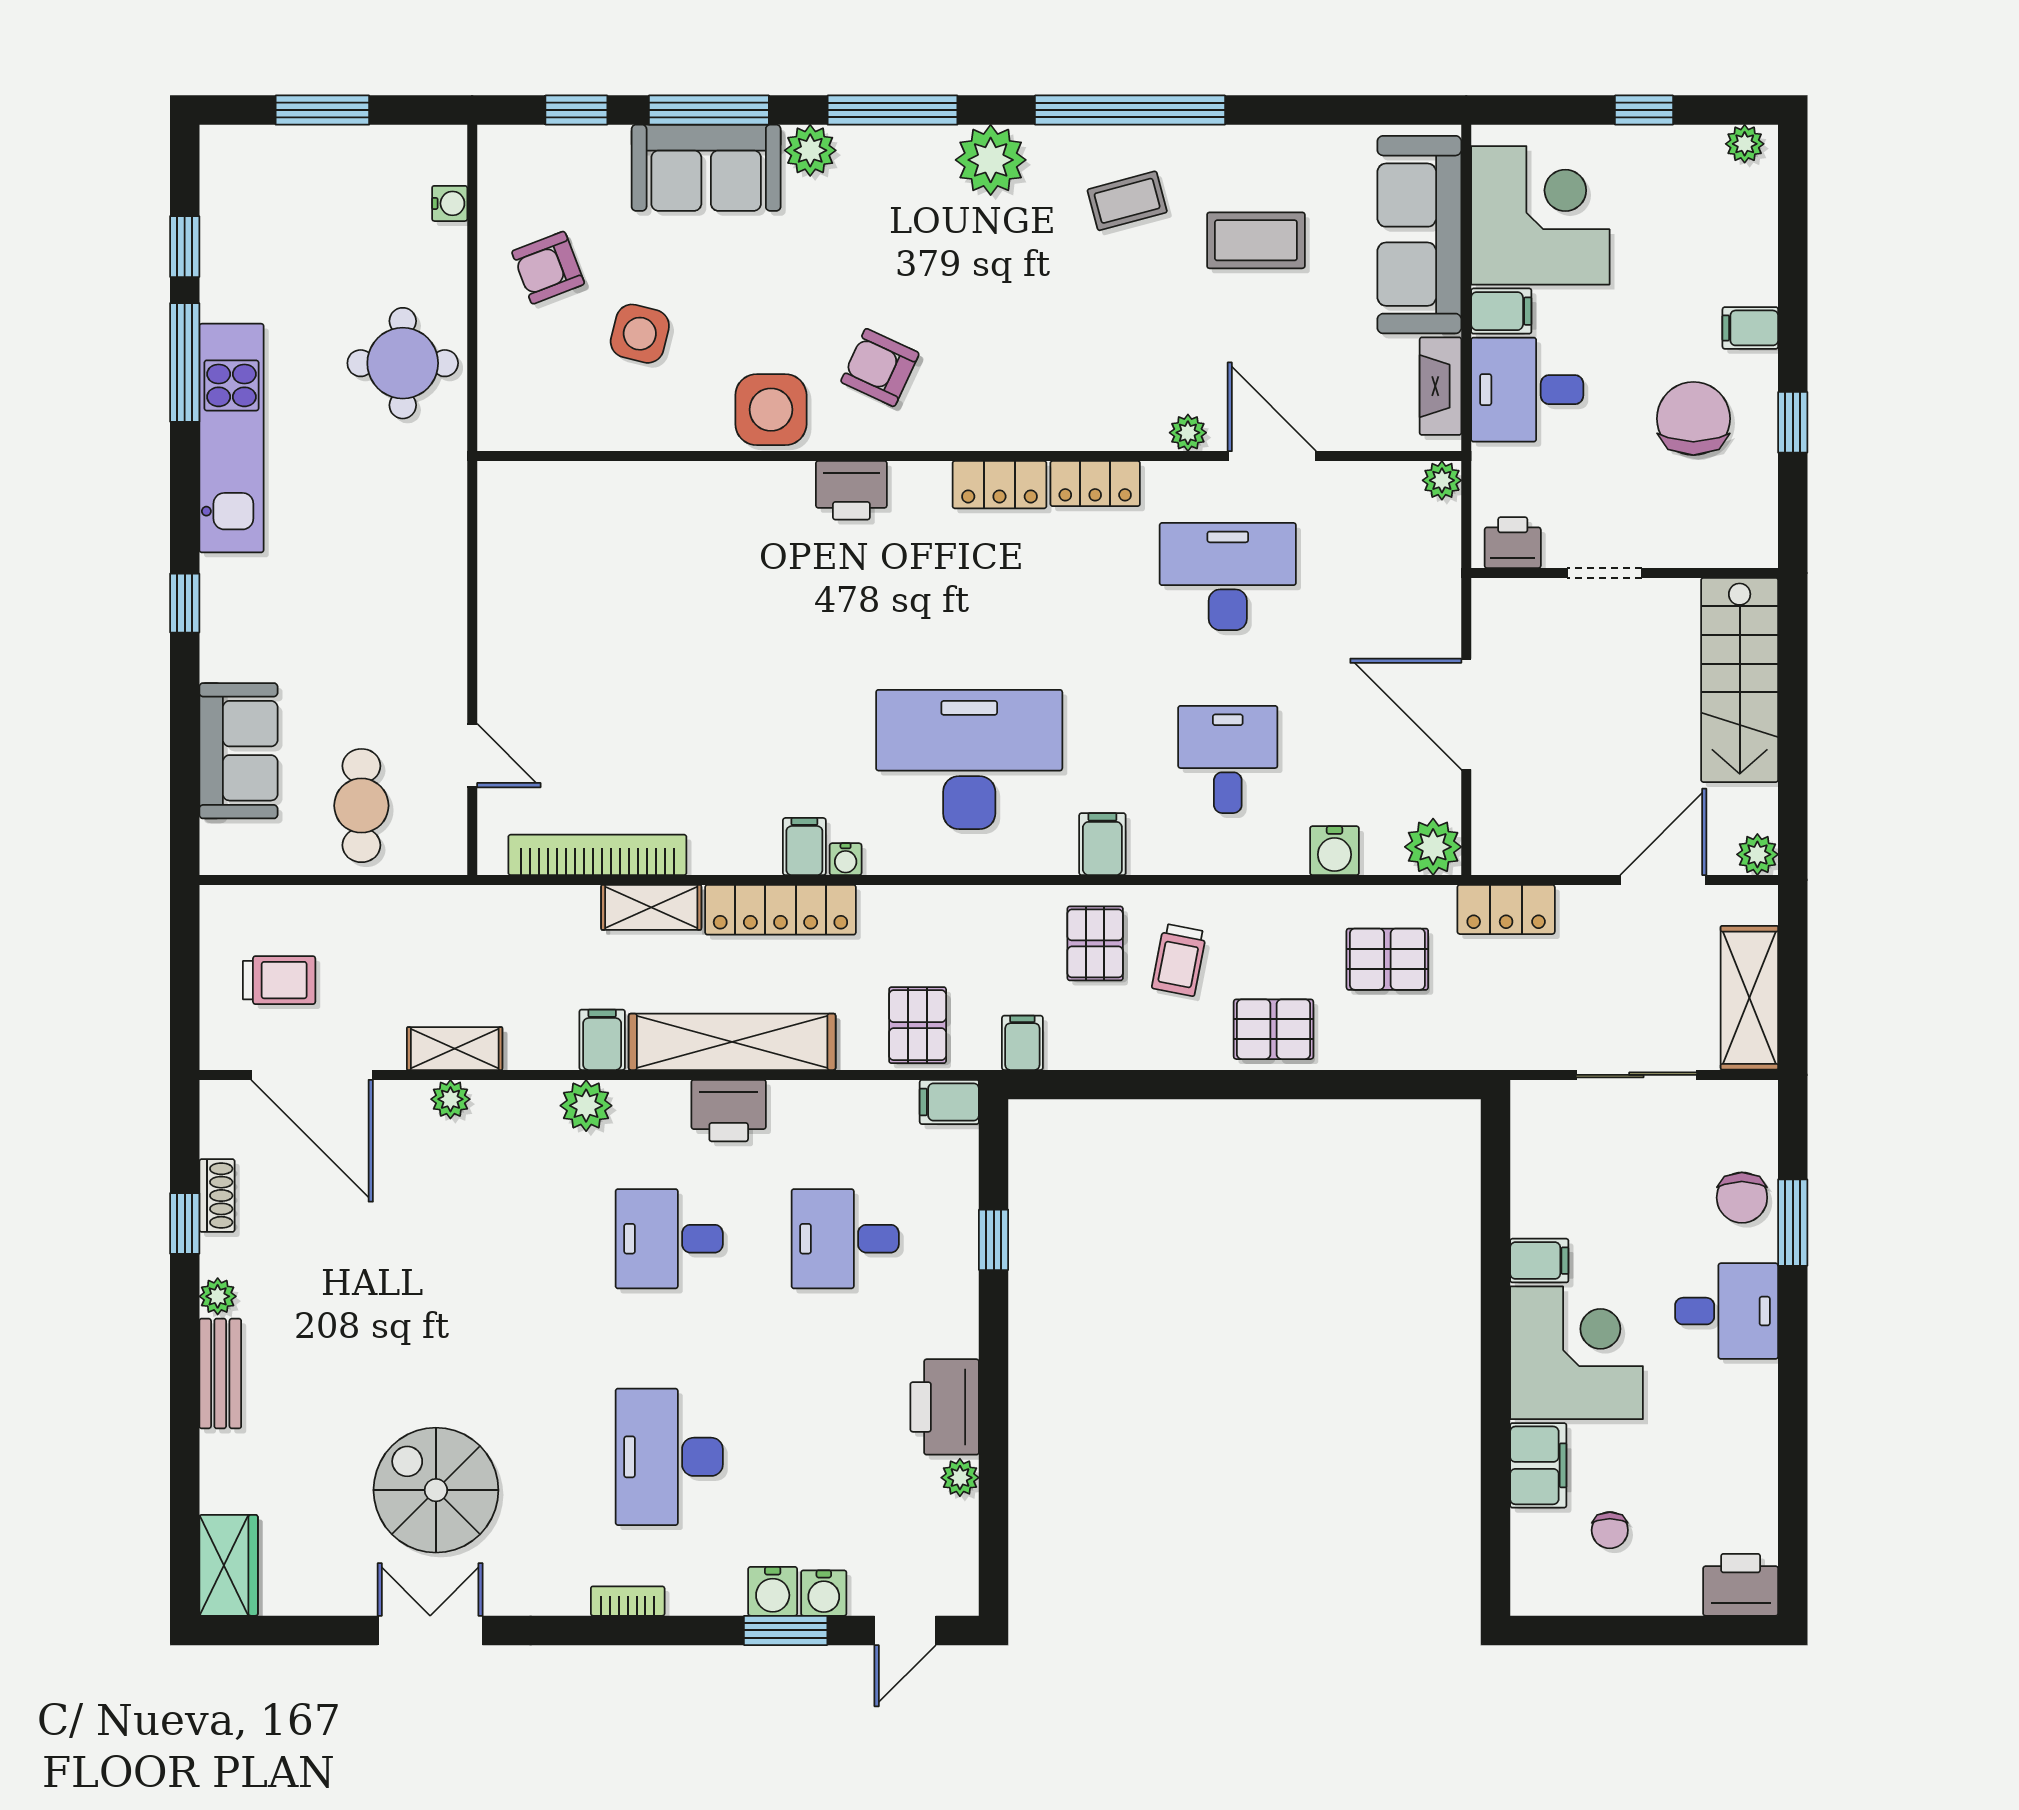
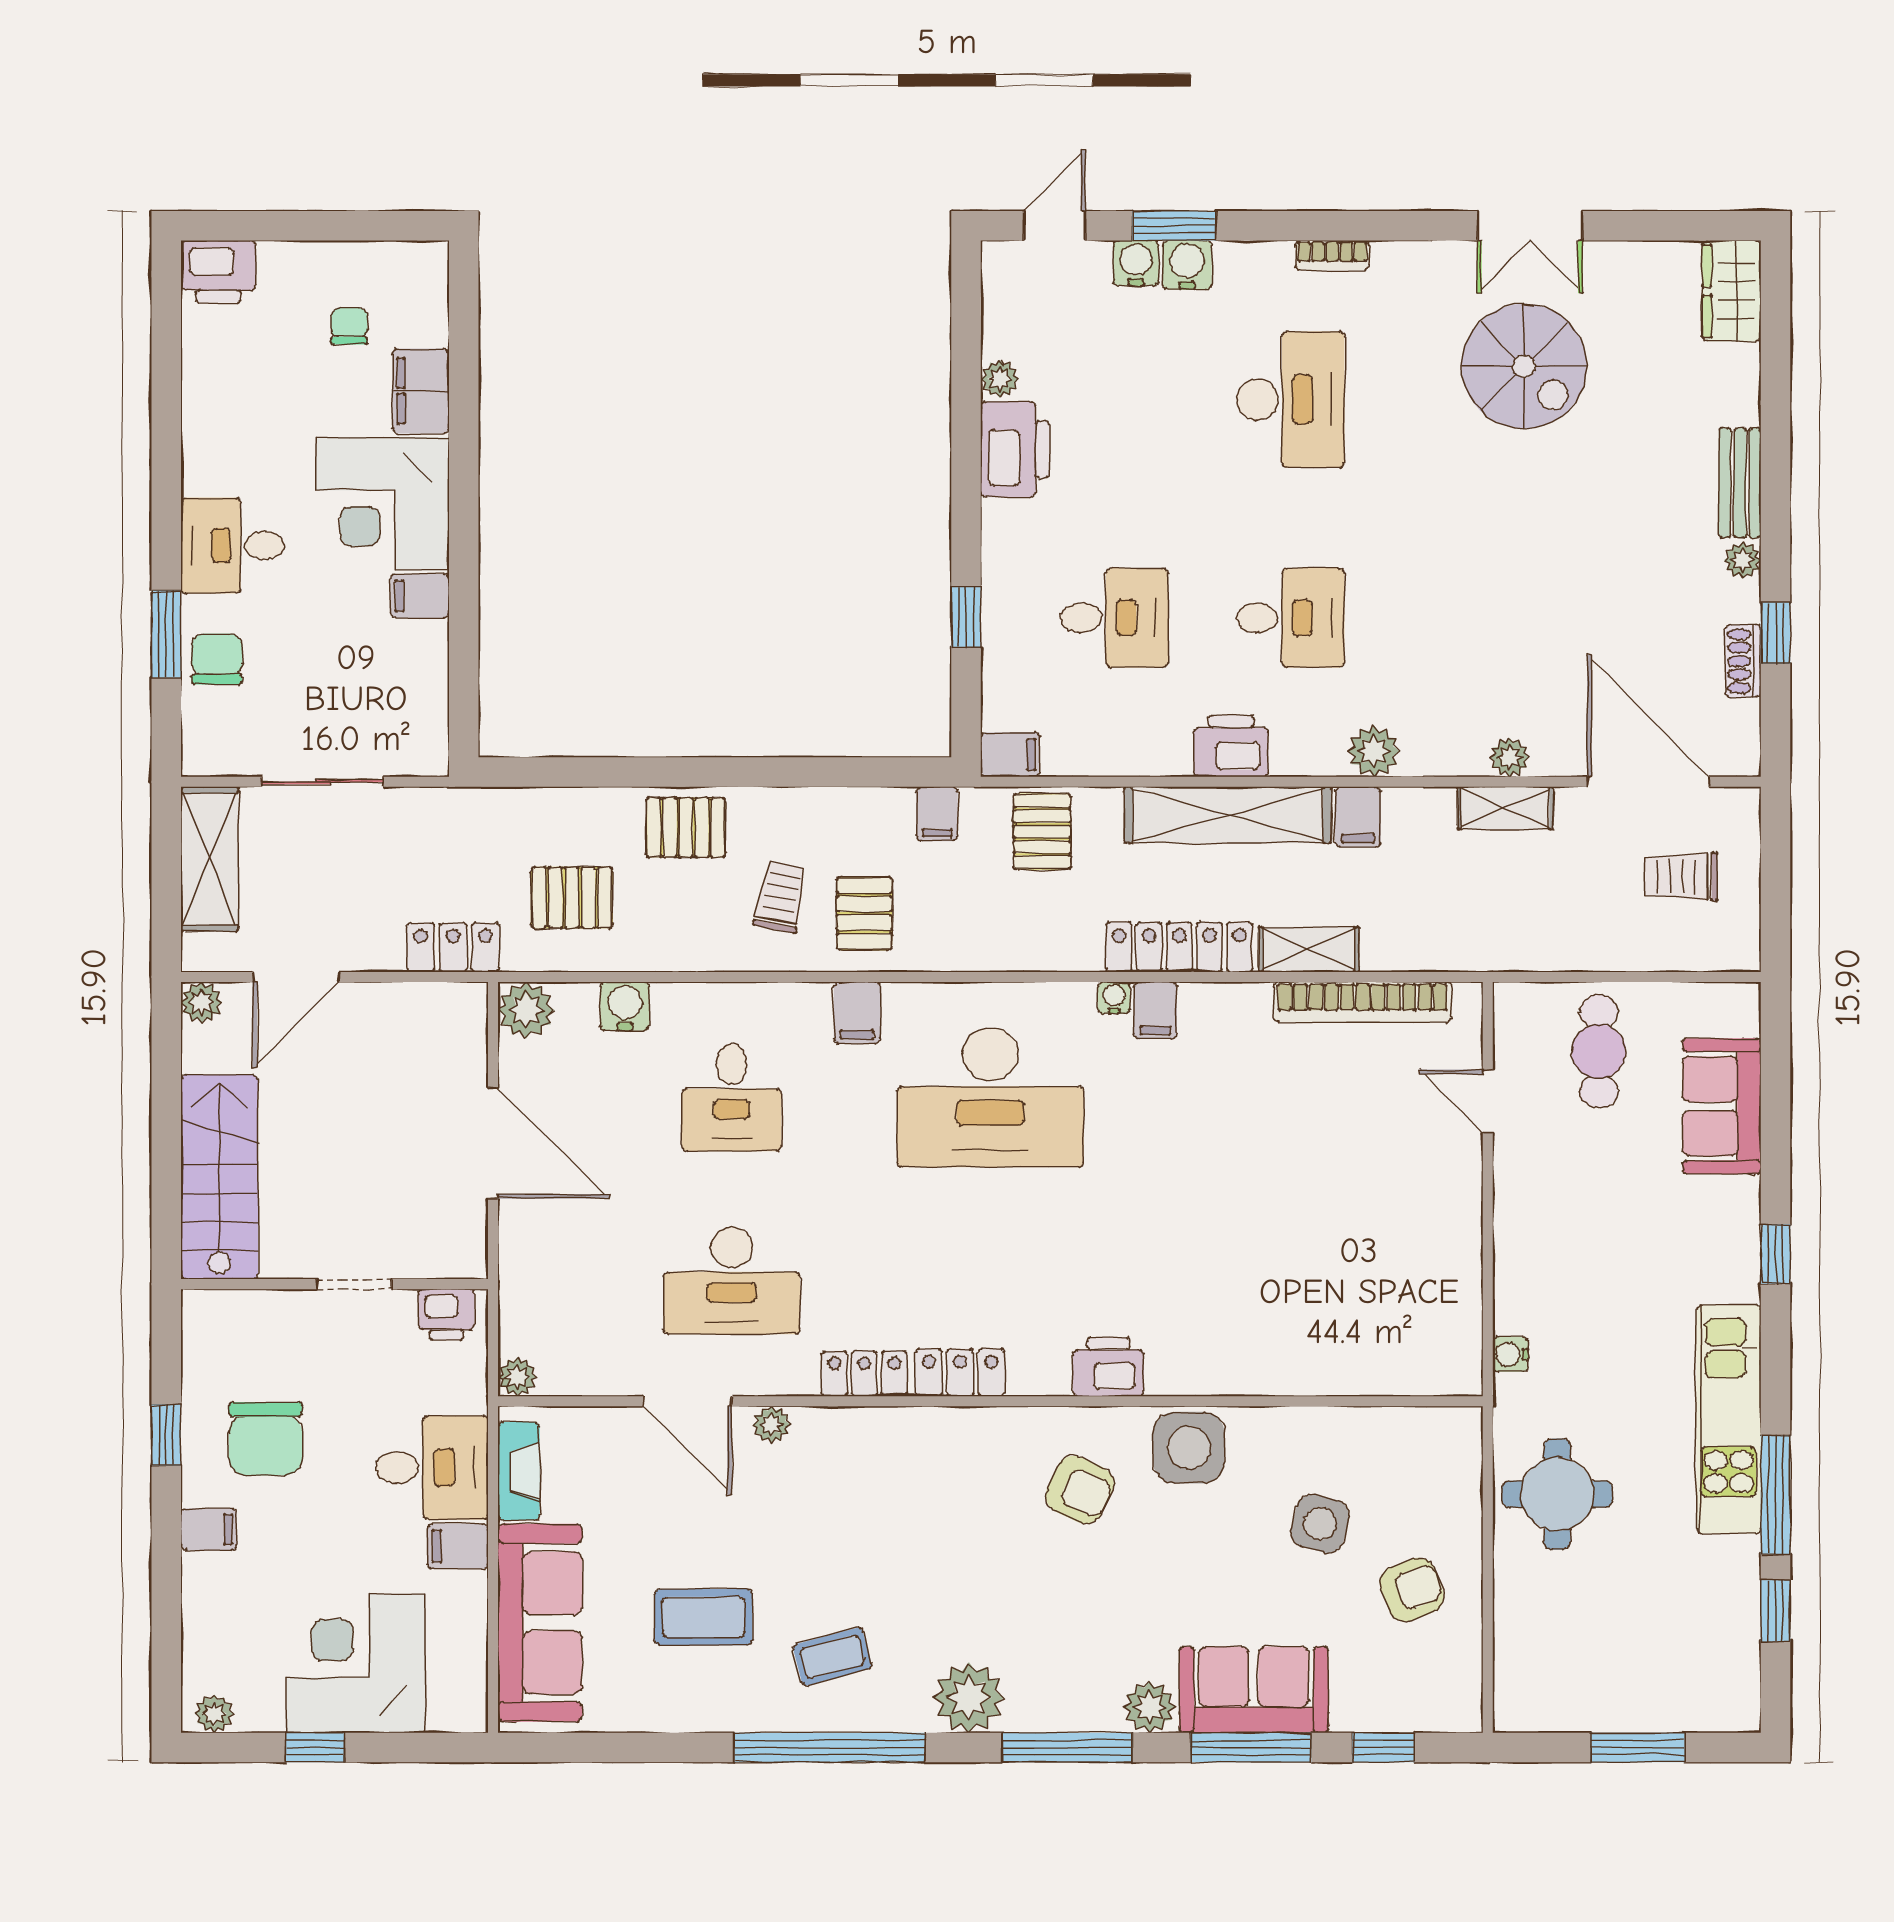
water cooler: (450, 203) -> (1510, 1354), moved
corner desk: (1540, 215) -> (356, 1664), moved, turned 90

